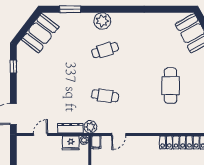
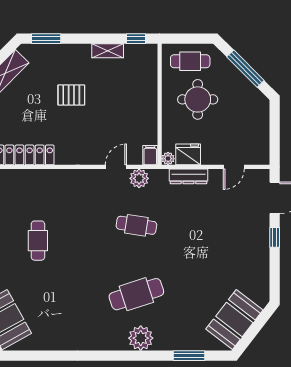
cafe table: (105, 50) -> (136, 294), width x1.37, depth x1.35
window: (13, 67) -> (275, 237), moved
cafe table: (170, 86) -> (38, 241), width x0.73, depth x0.74
plant: (90, 127) -> (139, 178), moved

